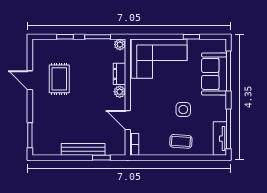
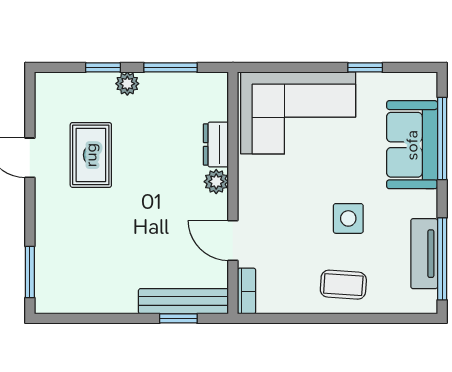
plant: (120, 45) -> (127, 84), moved
tv unit: (220, 139) -> (424, 254), moved
bench: (83, 149) -> (183, 301), moved

